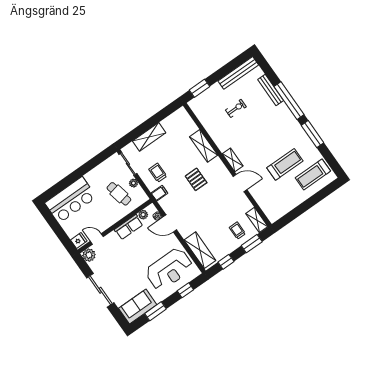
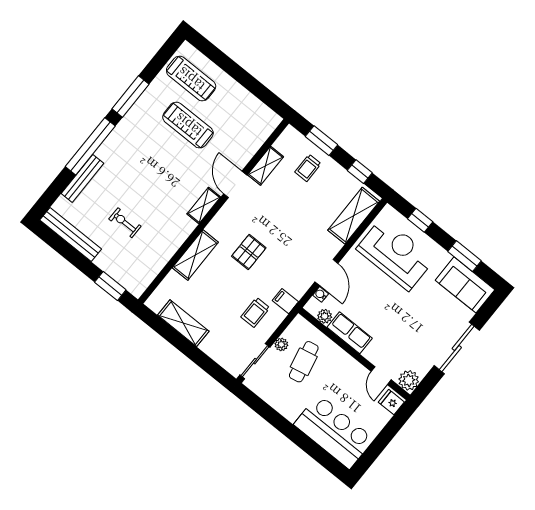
shelving: (149, 137) -> (183, 323), moved
shelving: (257, 220) -> (265, 166), moved

